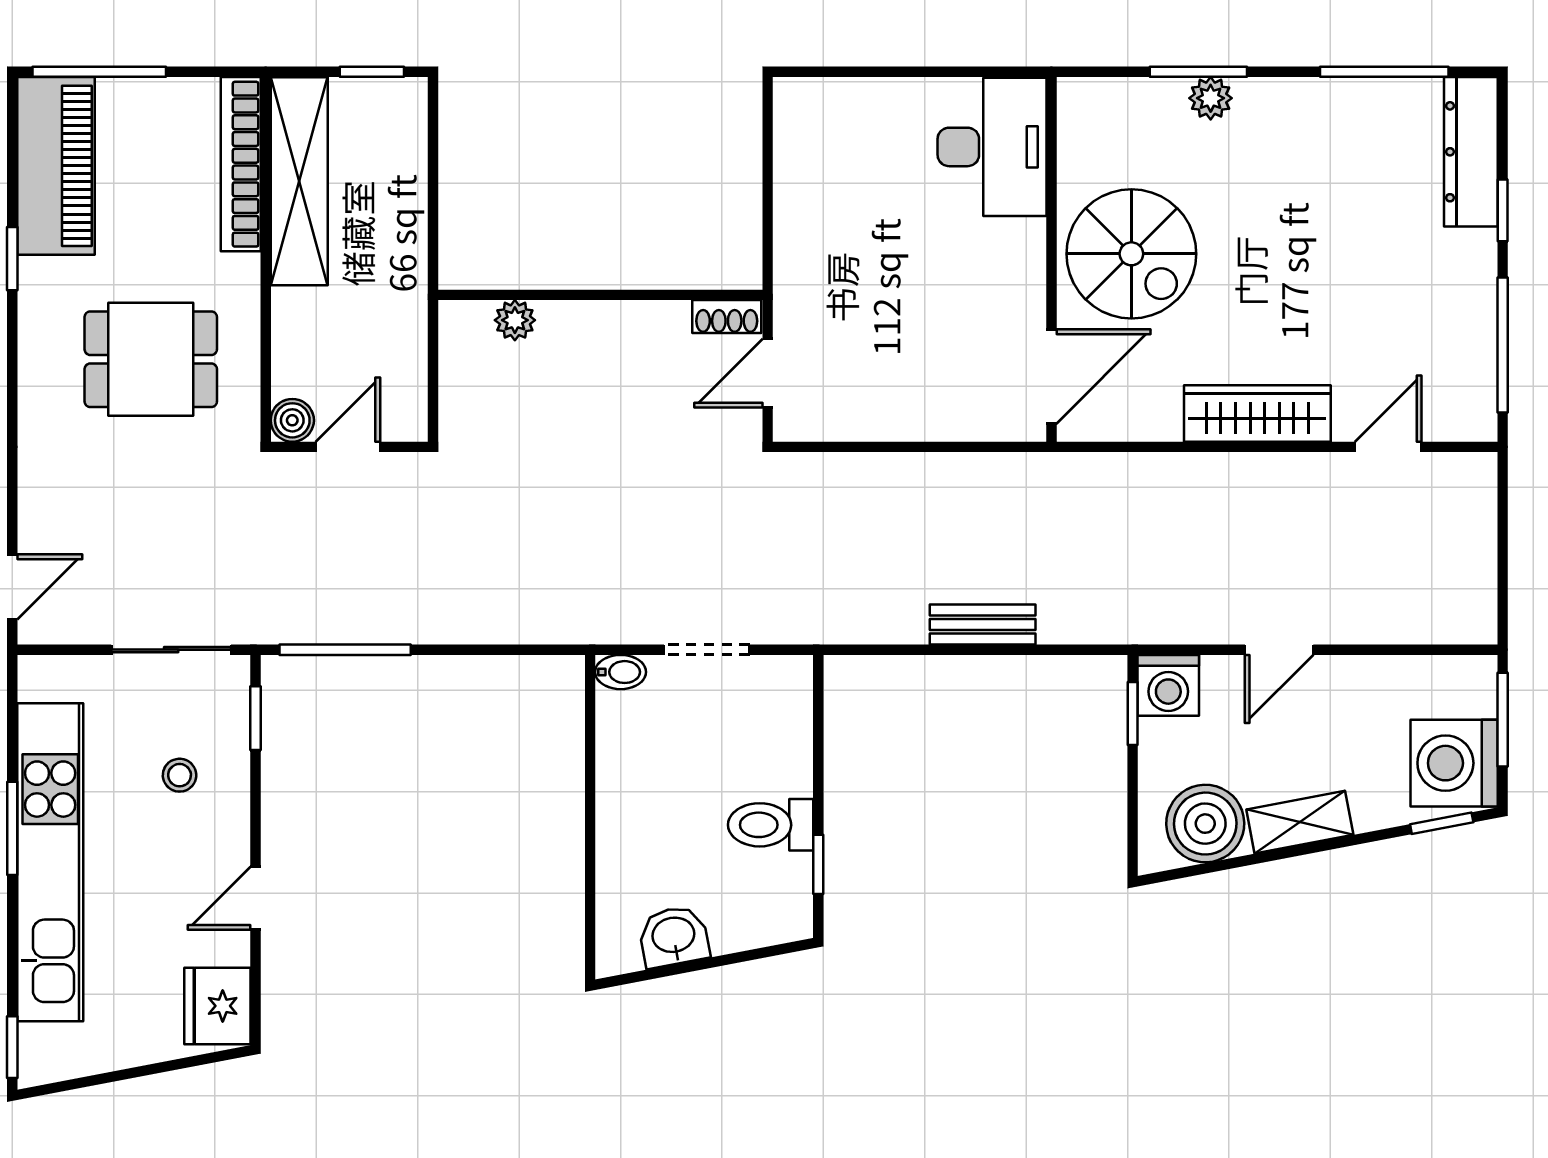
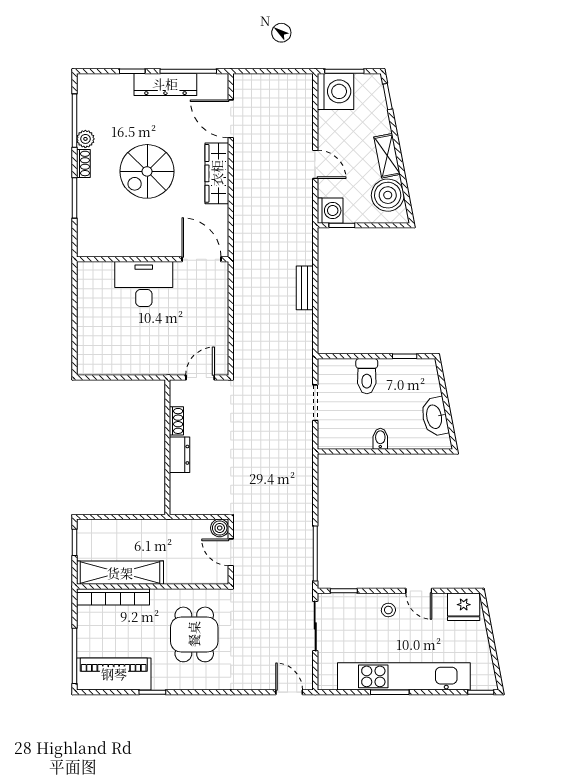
shoe rack: (1281, 93) -> (83, 163), added
plant: (1211, 98) -> (85, 139), moved
desk: (992, 147) -> (144, 284), moved
dresser: (1471, 152) -> (165, 84), moved
spiral stairs: (1131, 254) -> (147, 171), moved, turned 180
shoe rack: (727, 317) -> (176, 421), moved
plant: (515, 320) -> (178, 483), removed
dresser: (582, 324) -> (180, 455), added
door: (768, 373) -> (200, 377), swing flipped
boiler: (292, 420) -> (220, 528), moved
door: (1388, 447) -> (231, 119), width x1.38
bidet: (621, 672) -> (380, 439), moved
washing machine: (1454, 763) -> (335, 91), moved, turned -90
stool: (180, 775) -> (388, 610), moved
toilet: (771, 825) -> (367, 376), moved
washbasin: (674, 936) -> (435, 417), width x1.38

